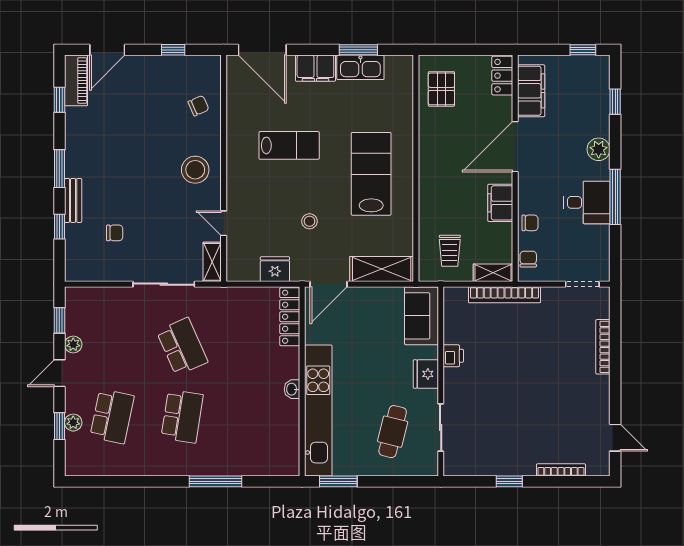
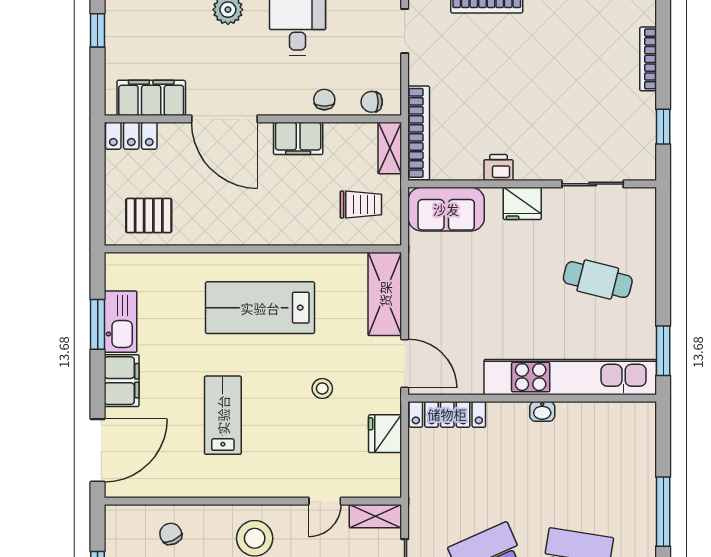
sofa: (421, 316) -> (446, 209), moved
printer: (453, 356) -> (498, 168), moved
fridge: (426, 374) -> (522, 203), moved
wall: (441, 381) -> (532, 184), moved
sliding door: (441, 428) -> (593, 184), moved

